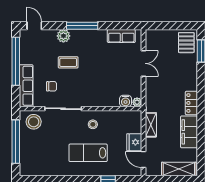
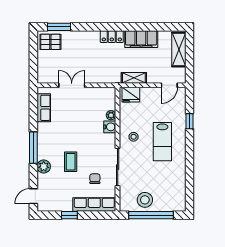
window: (16, 61) -> (69, 215), width x0.32
water cooler: (126, 101) -> (110, 127), moved
plant: (137, 102) -> (111, 115), moved
stool: (34, 122) -> (145, 200), moved
fridge: (134, 142) -> (131, 95), moved

